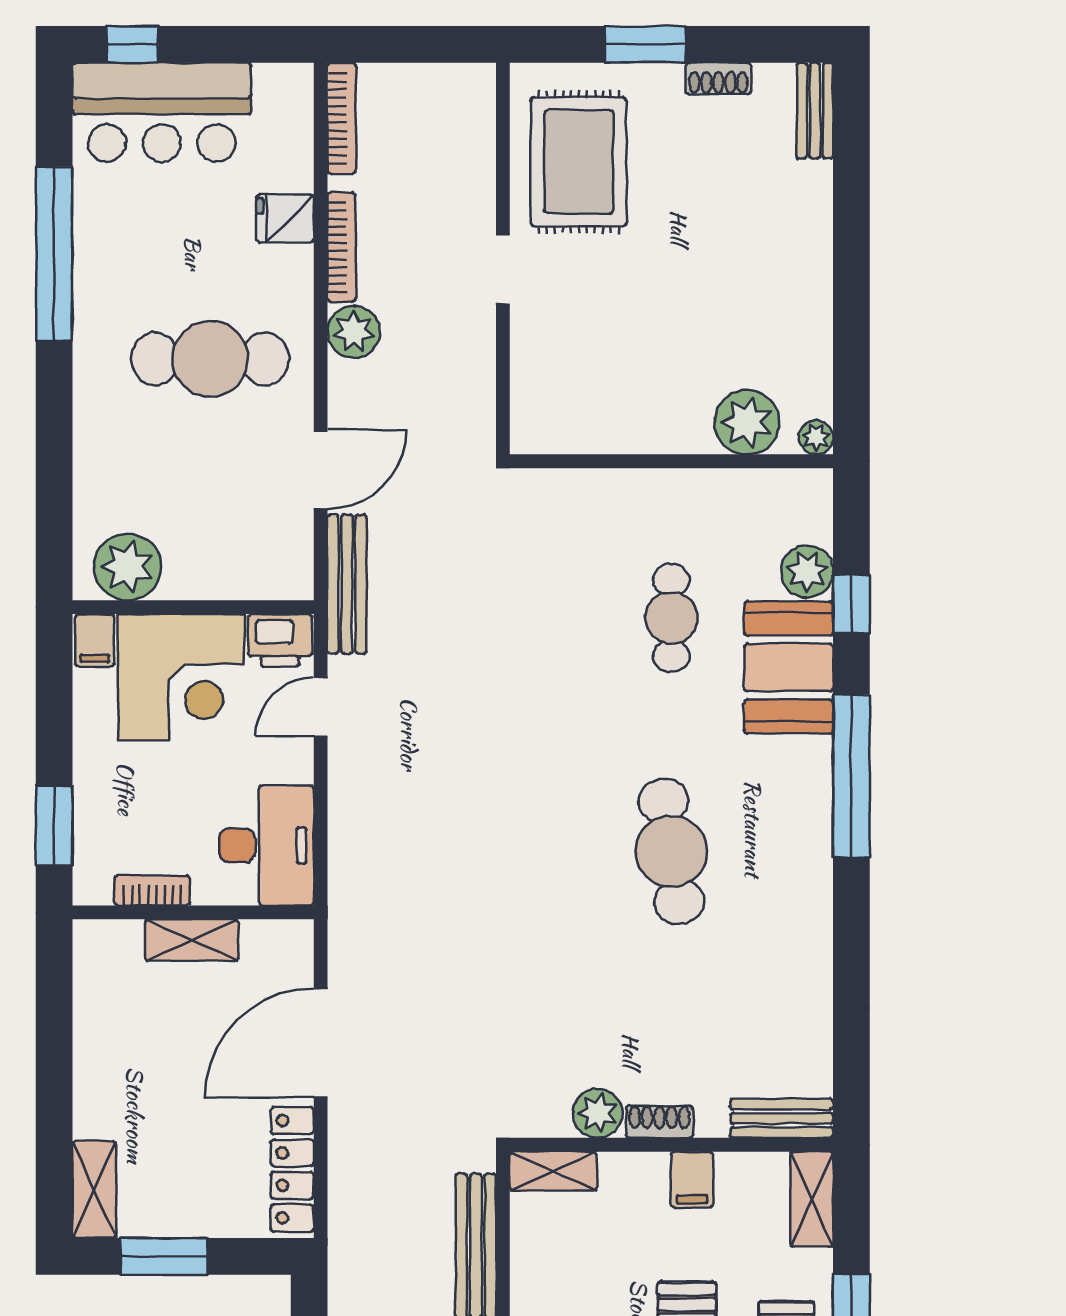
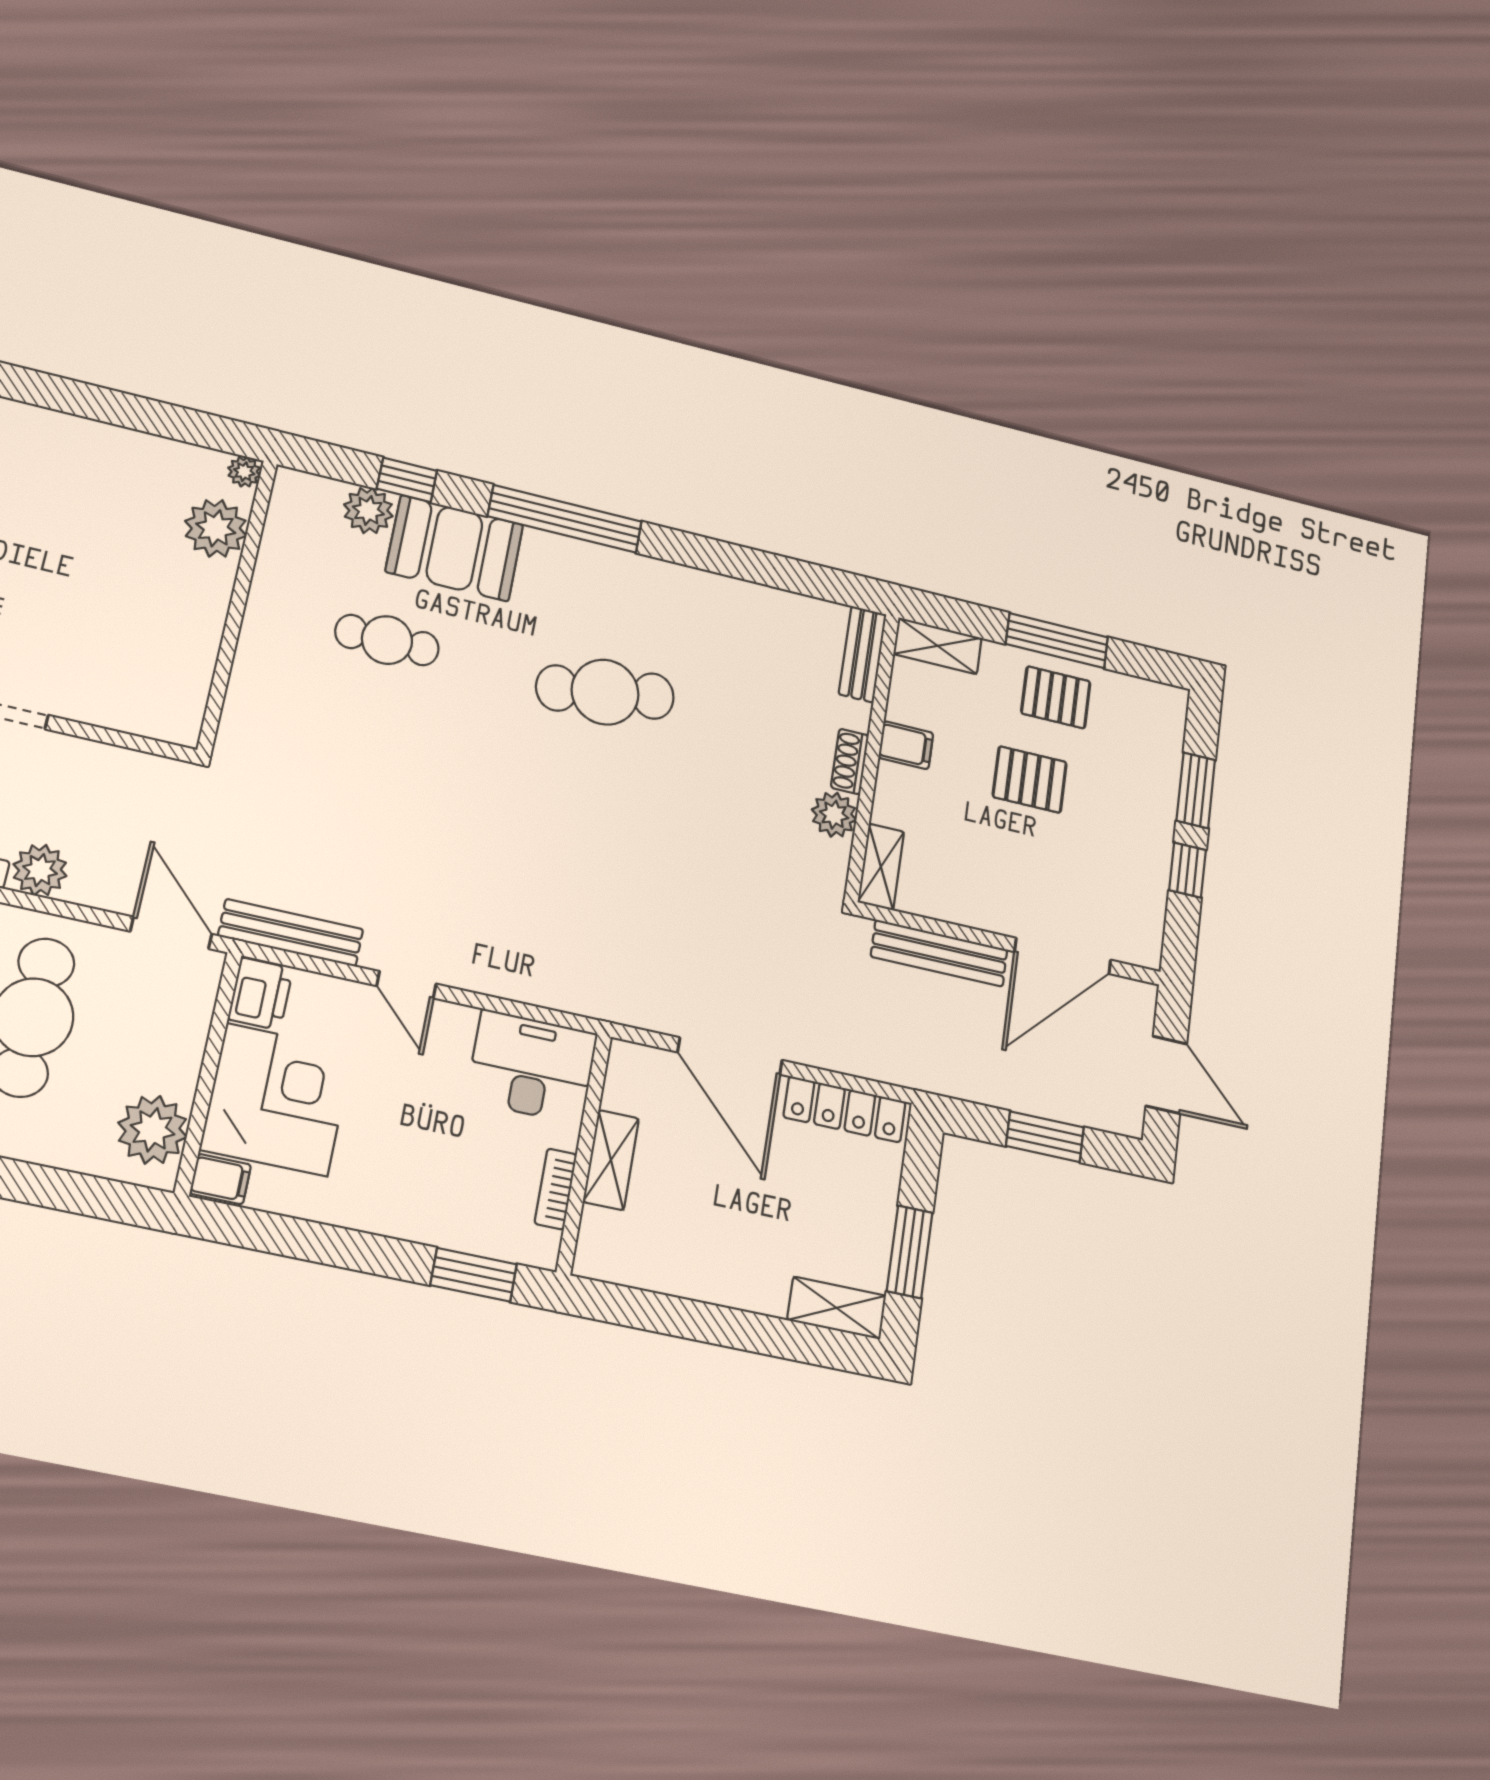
plant: (128, 567) -> (153, 1130), moved
wall: (193, 607) -> (208, 1073), moved
filing cabinet: (95, 640) -> (220, 1179), moved
printer: (280, 640) -> (260, 994), moved
corner desk: (181, 677) -> (277, 1100), moved

